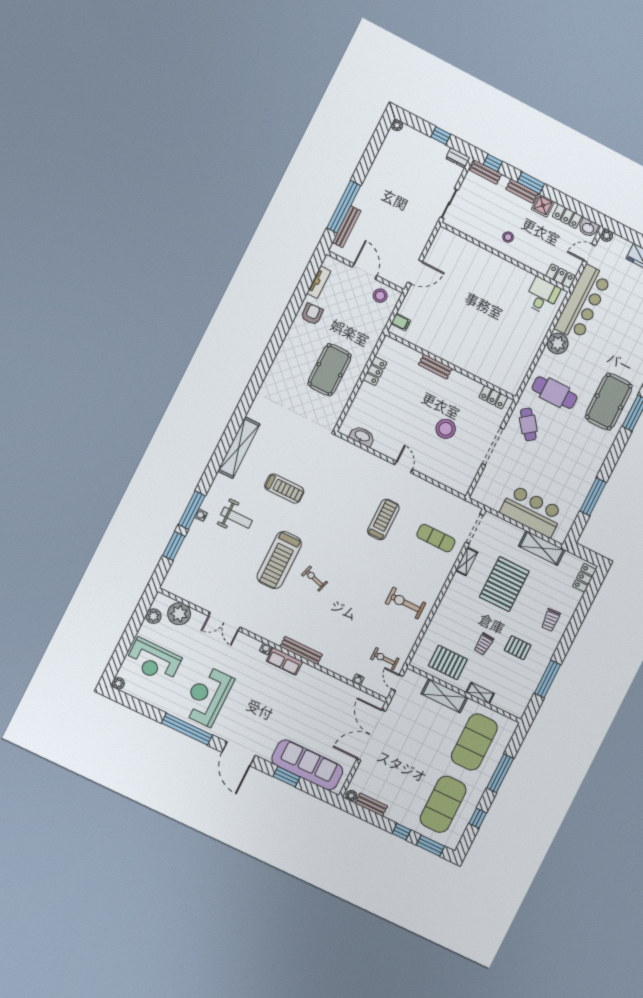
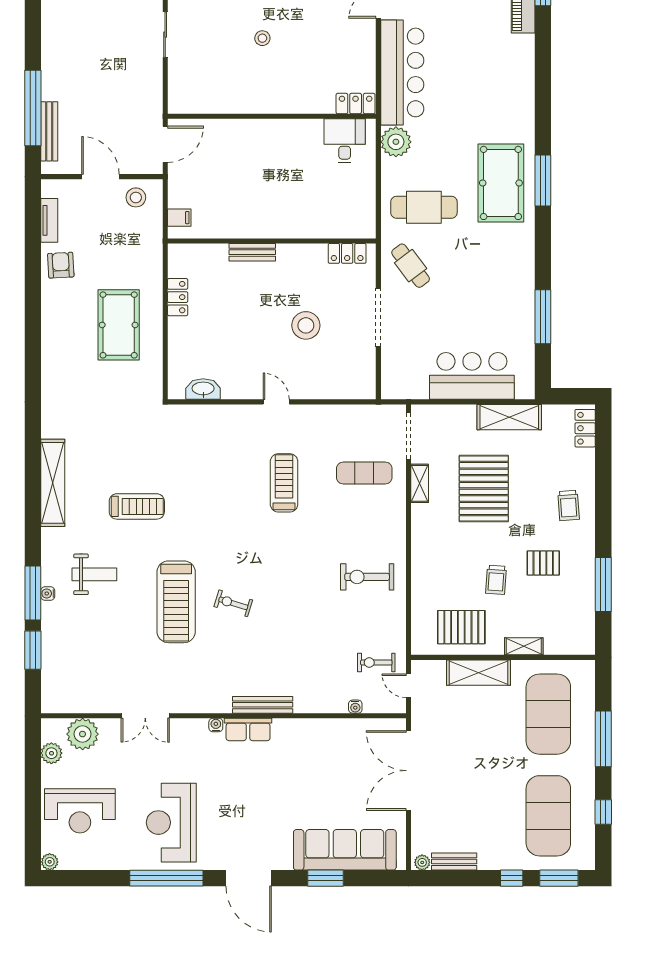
wall: (505, 257) -> (272, 116), moved
locker: (560, 276) -> (356, 104), moved
desk: (542, 296) -> (345, 141), moved

